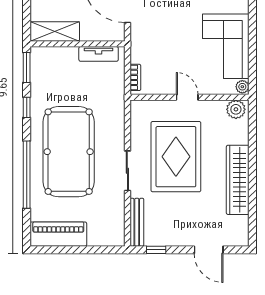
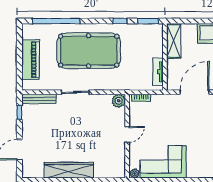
plant: (236, 109) -> (119, 101), moved
rug: (176, 157) -> (85, 126), removed
window: (27, 175) -> (56, 21), moved
piano: (58, 234) -> (31, 60), moved

